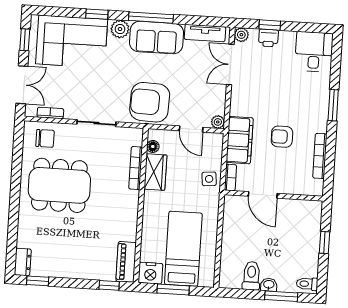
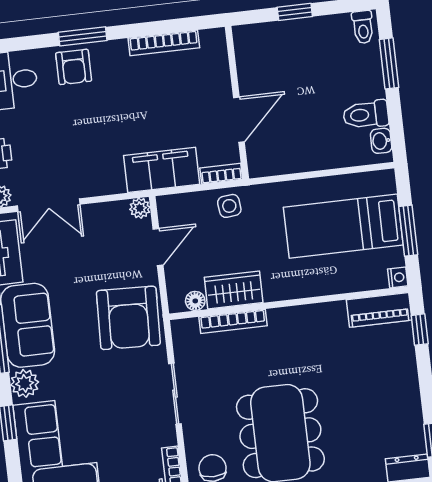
armchair: (282, 137) -> (74, 67), moved
nightstand: (150, 273) -> (398, 277), width x0.53, depth x0.56
washbasin: (269, 285) -> (381, 141), moved

